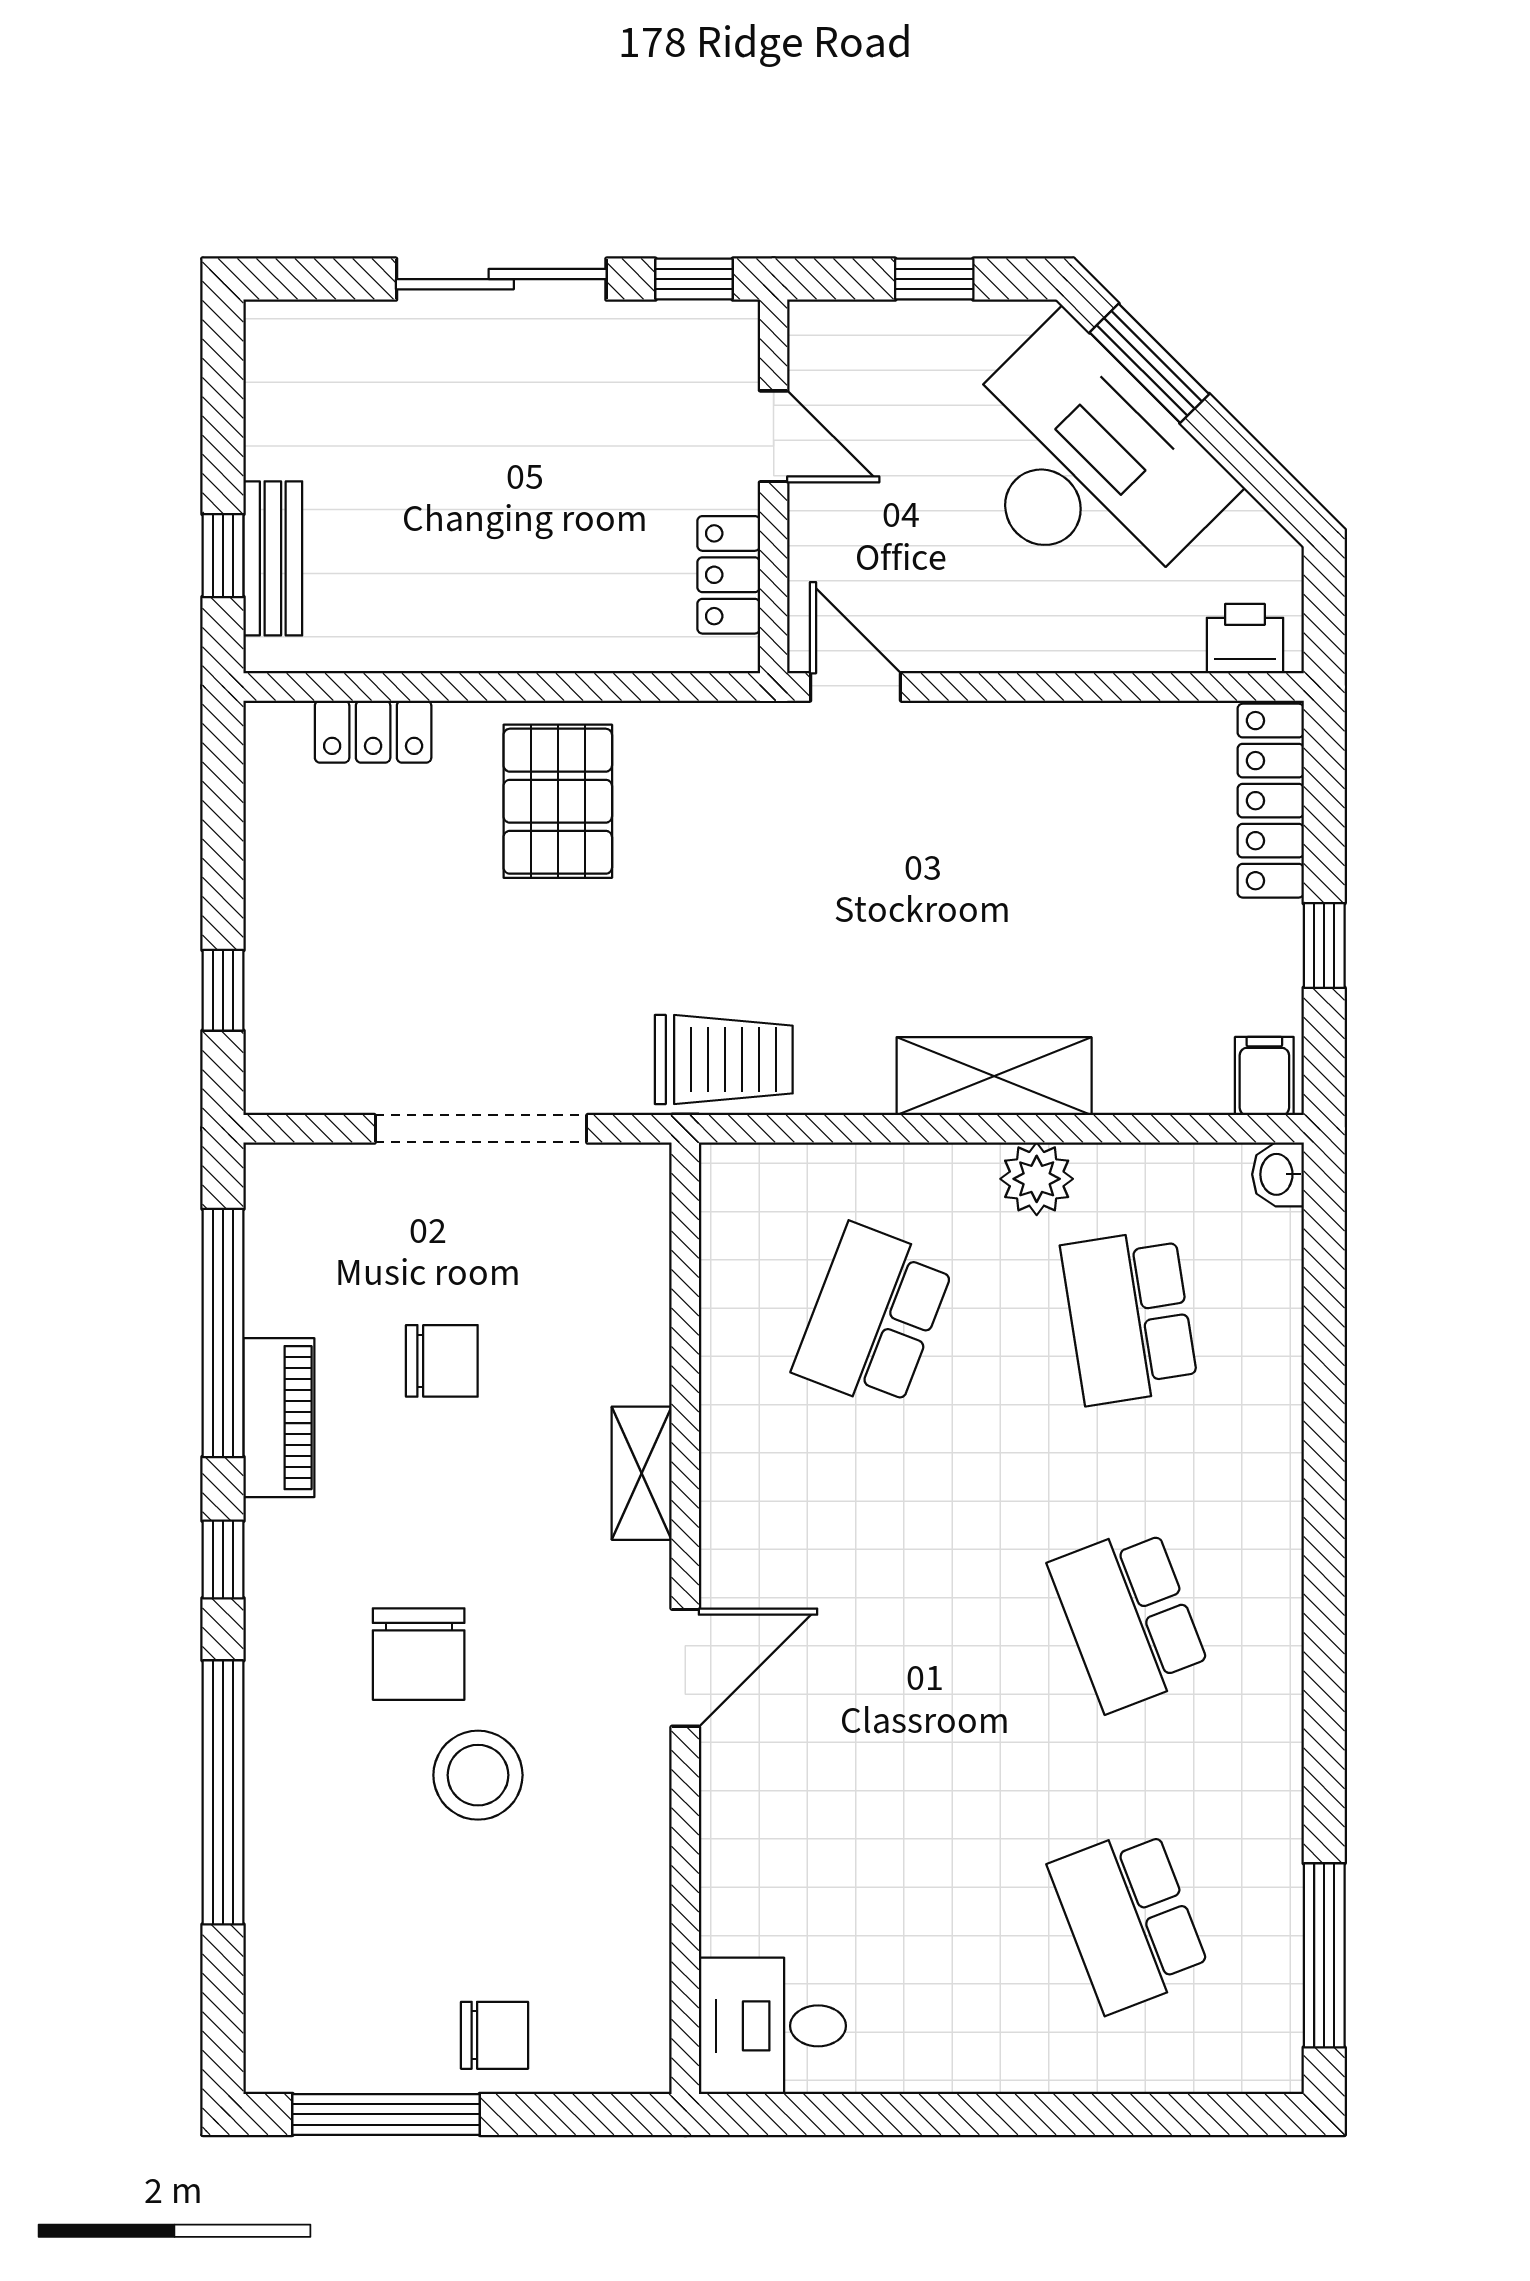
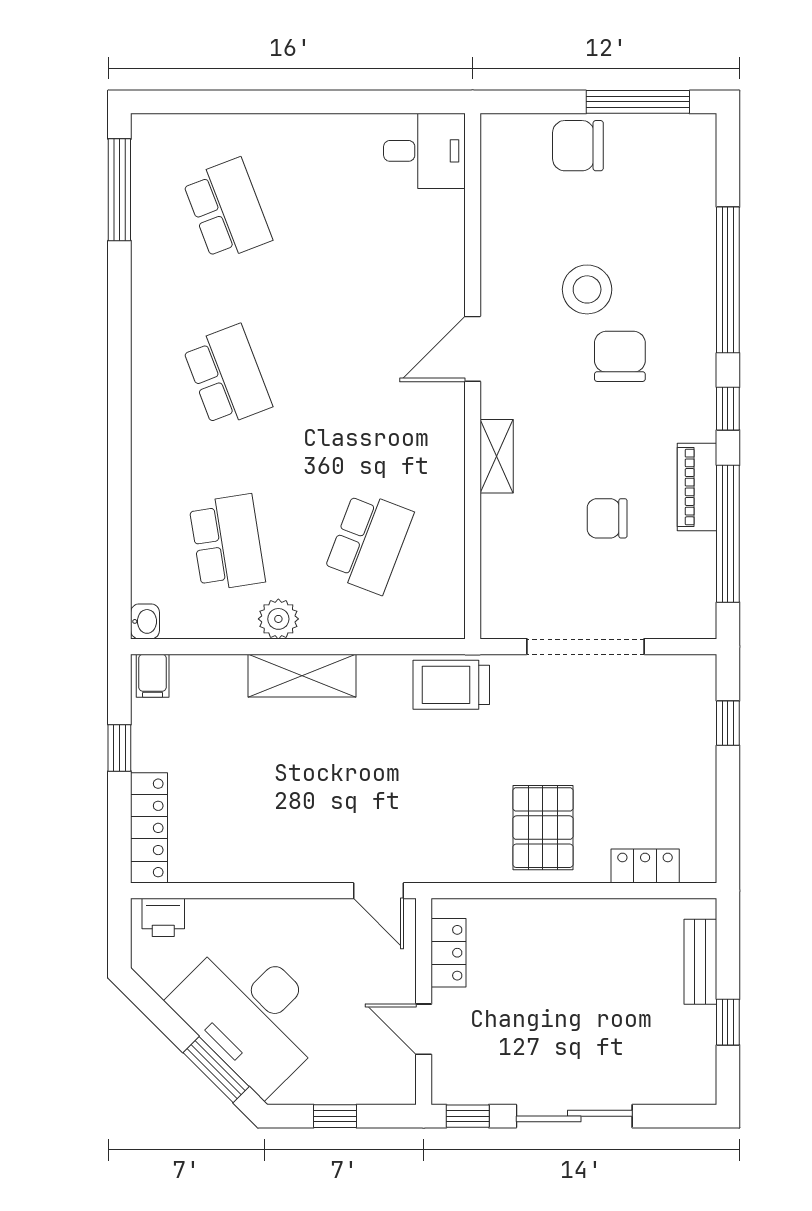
window: (223, 556) -> (728, 1022), moved
chair: (495, 2035) -> (578, 146), width x1.37, depth x1.37

